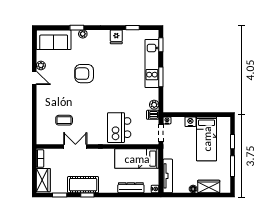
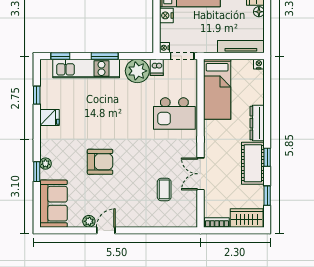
armchair: (84, 74) -> (100, 162), turned -90
plant: (154, 105) -> (137, 71), width x1.87, depth x1.87
dresser: (131, 188) -> (257, 123), moved

